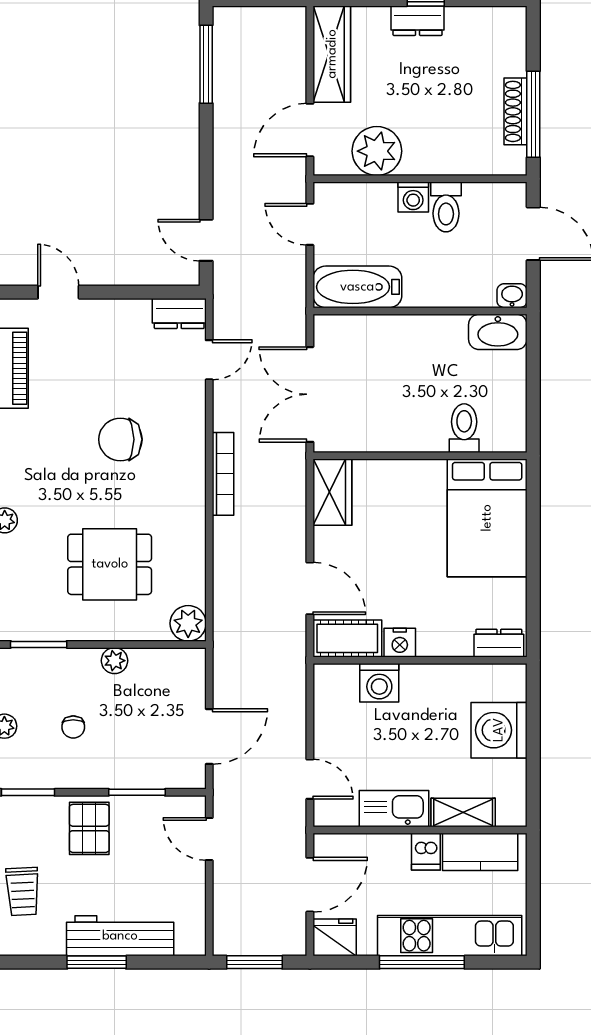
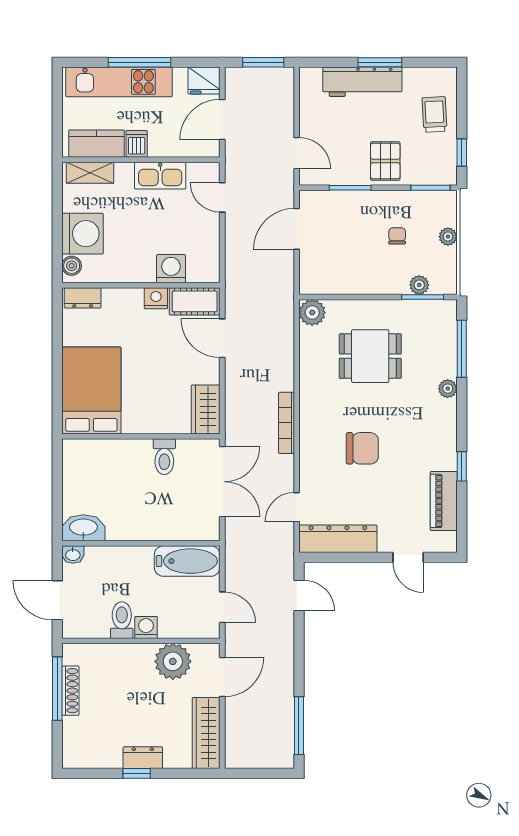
dresser: (179, 313) -> (338, 539), width x1.96, depth x1.24
toilet: (464, 428) -> (164, 457), moved
plant: (115, 661) -> (419, 285), moved
boiler: (514, 687) -> (72, 266), added
shelving: (463, 812) -> (90, 173), moved

